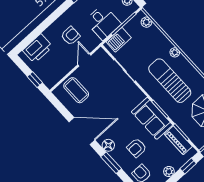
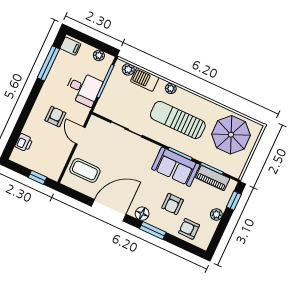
barbecue: (119, 40) -> (145, 79), moved, turned 90
printer: (38, 48) -> (24, 143), width x0.53, depth x0.68

